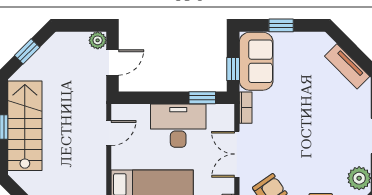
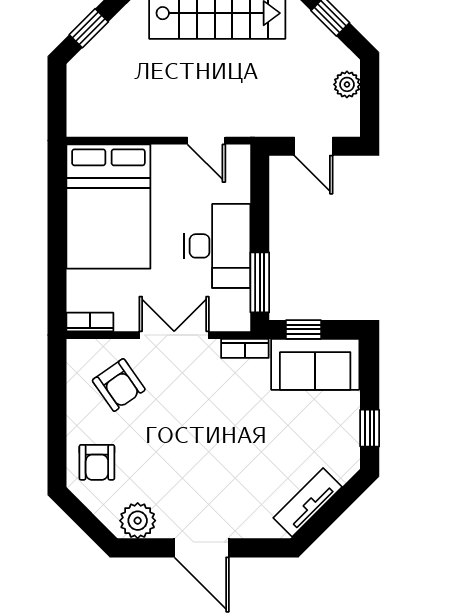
window: (281, 25) -> (370, 428), moved
plant: (98, 40) -> (347, 84), moved
window: (202, 98) -> (260, 282), width x1.50

